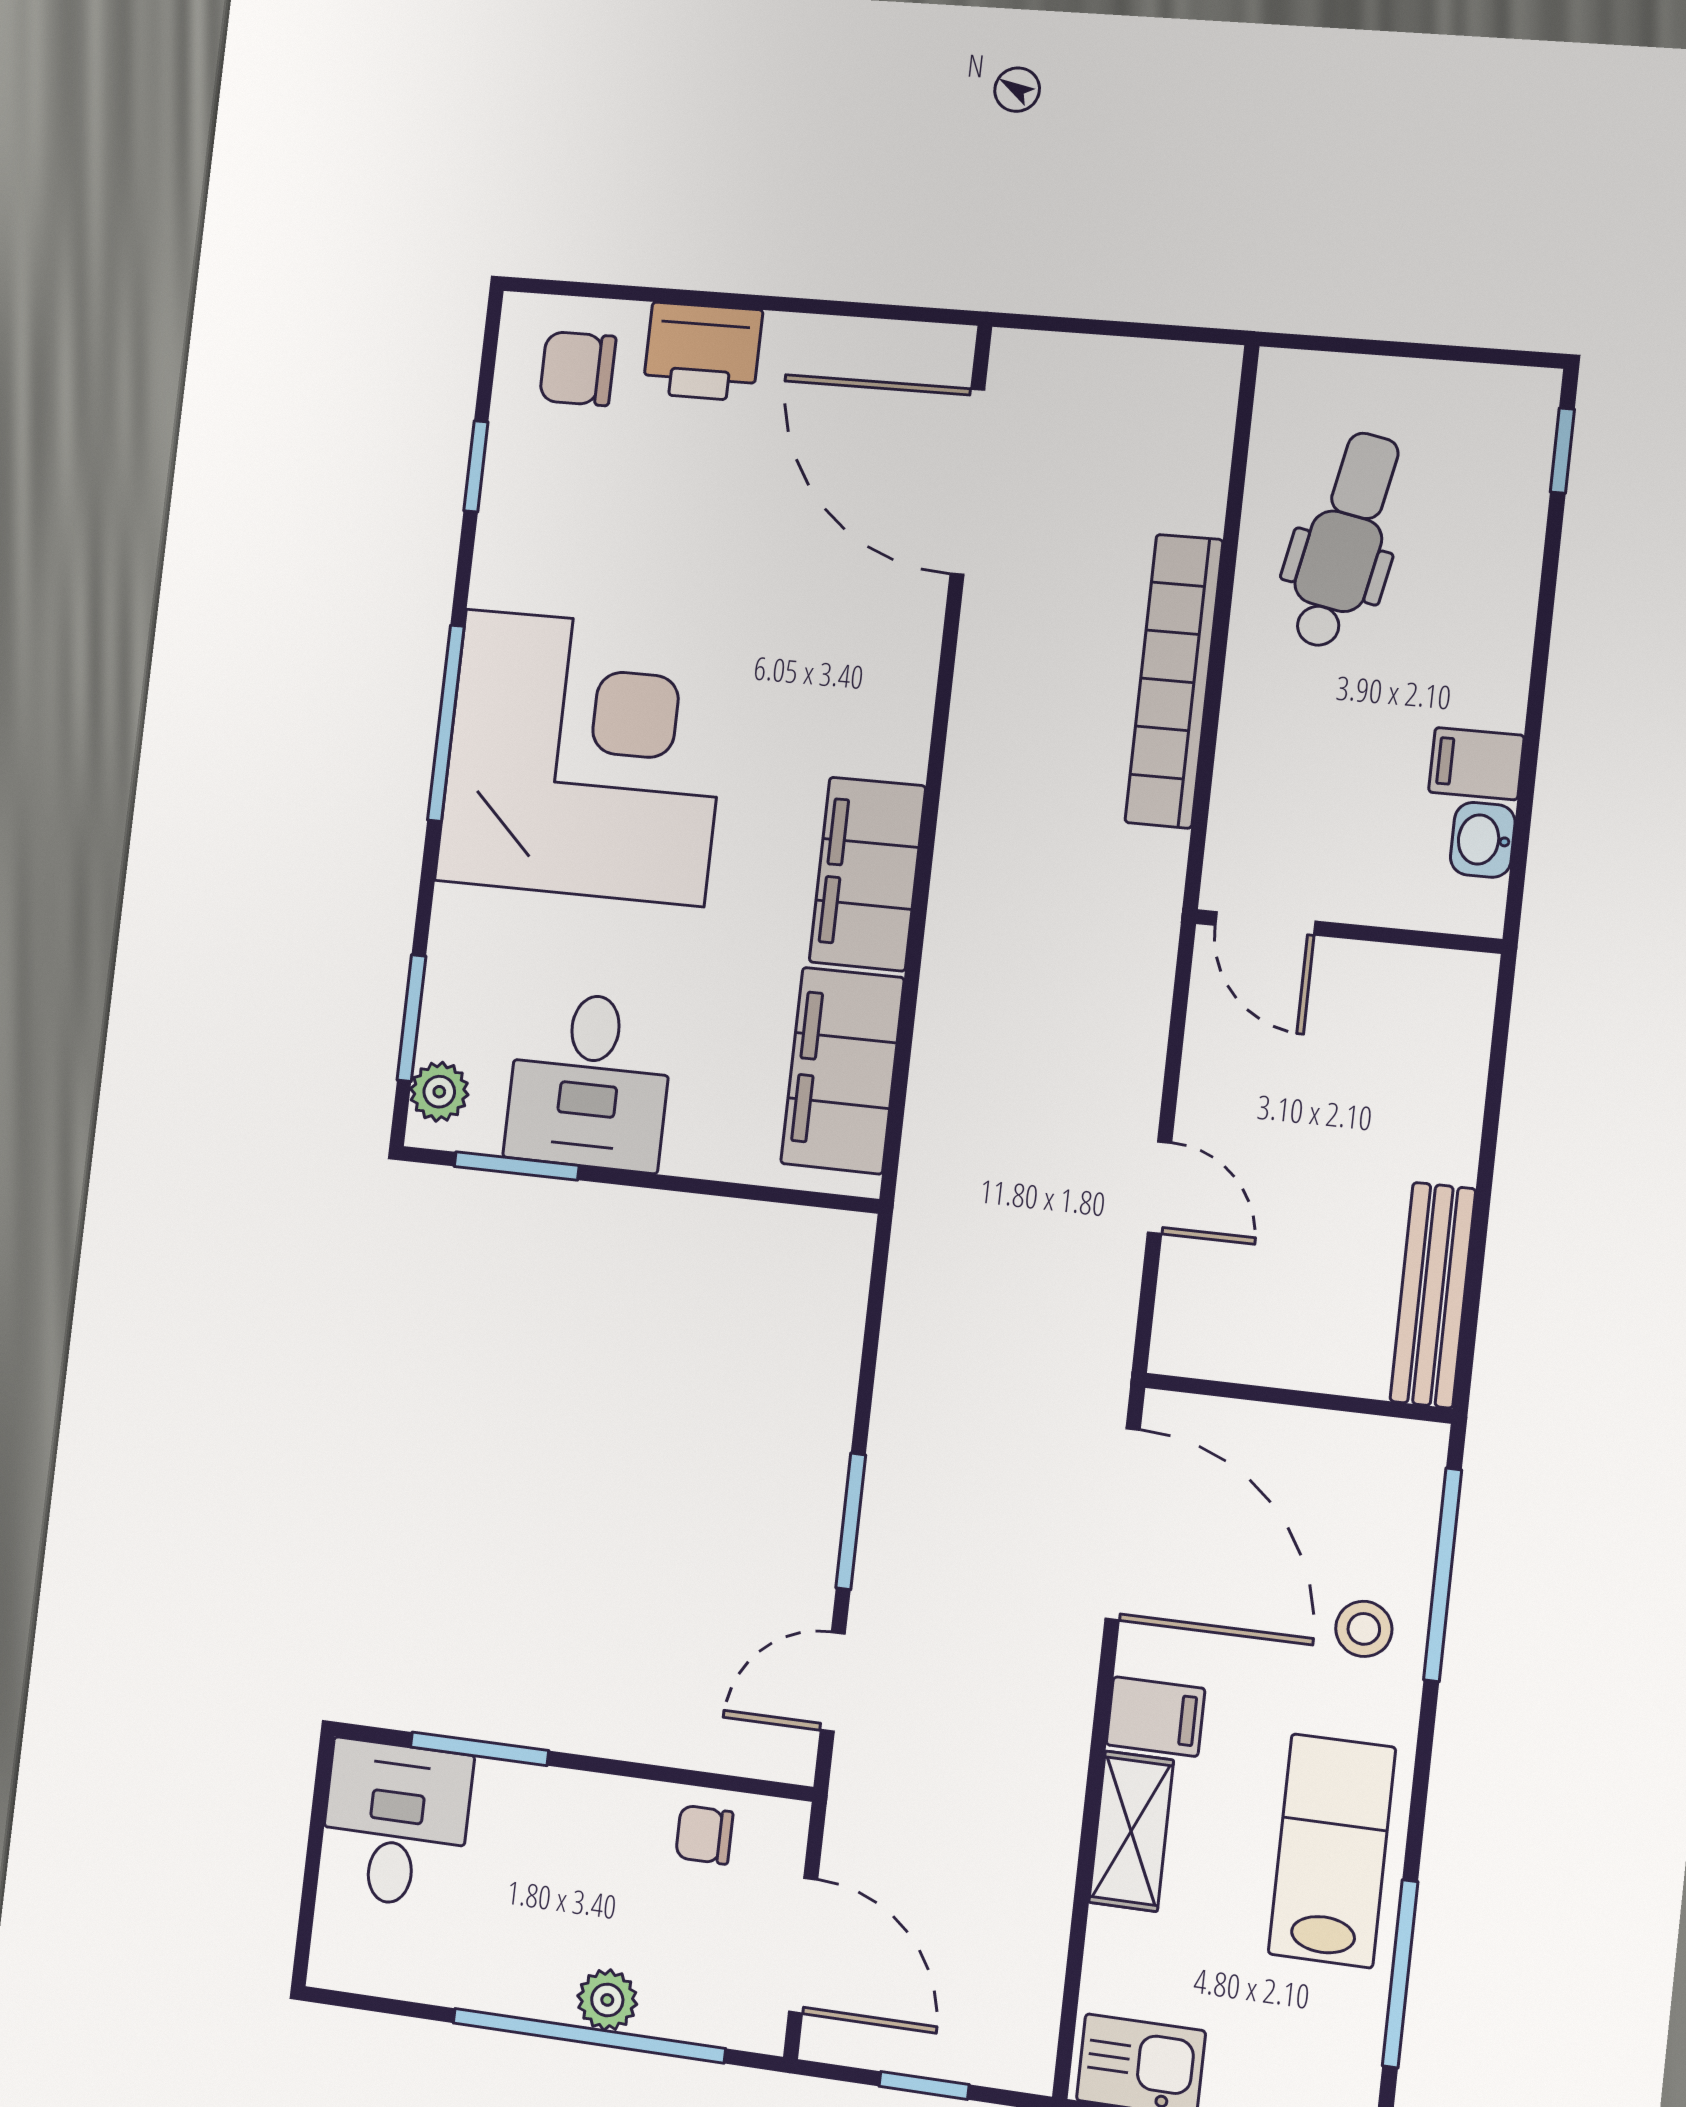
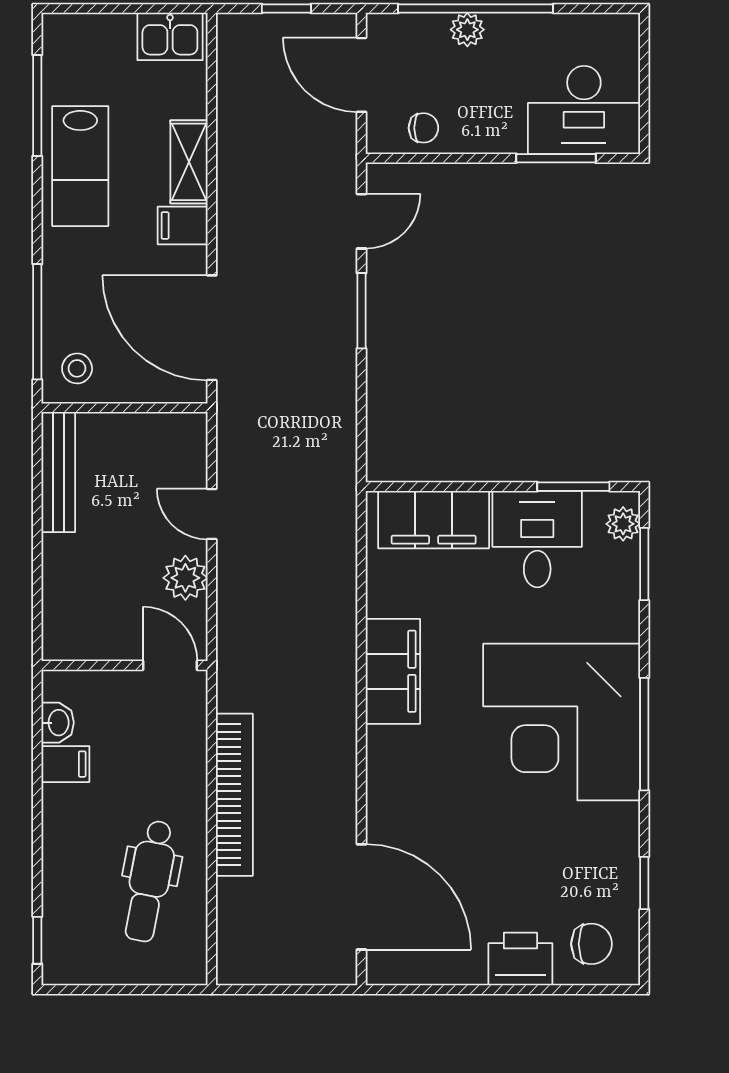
filing cabinet: (842, 1071) -> (434, 520), moved, turned 90
plant: (1220, 1078) -> (185, 578), added
stool: (1364, 1629) -> (77, 368), moved
desk: (395, 1824) -> (584, 110), width x1.37

